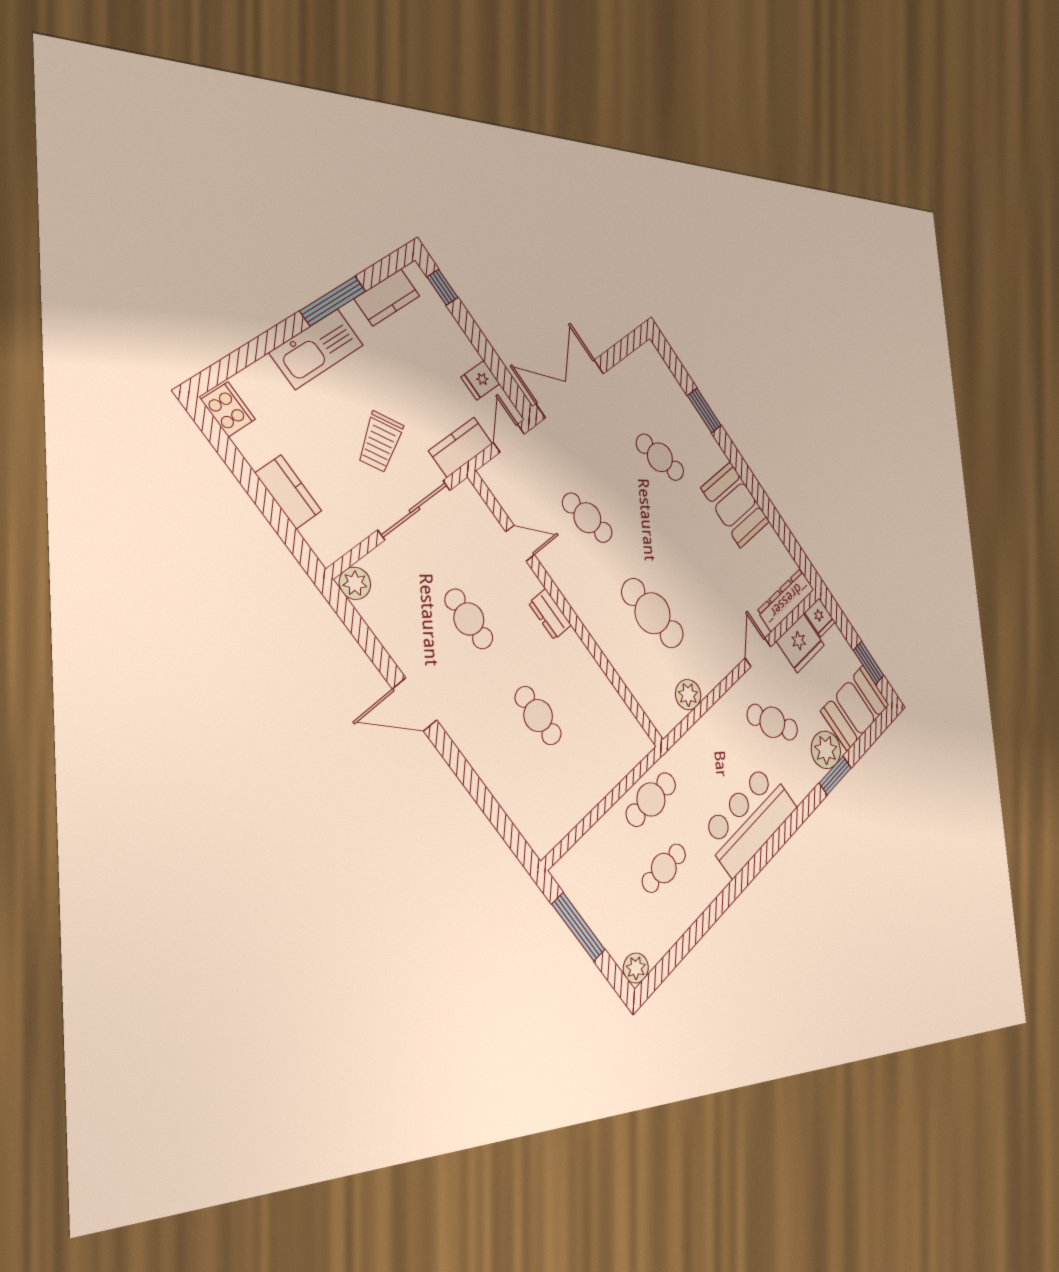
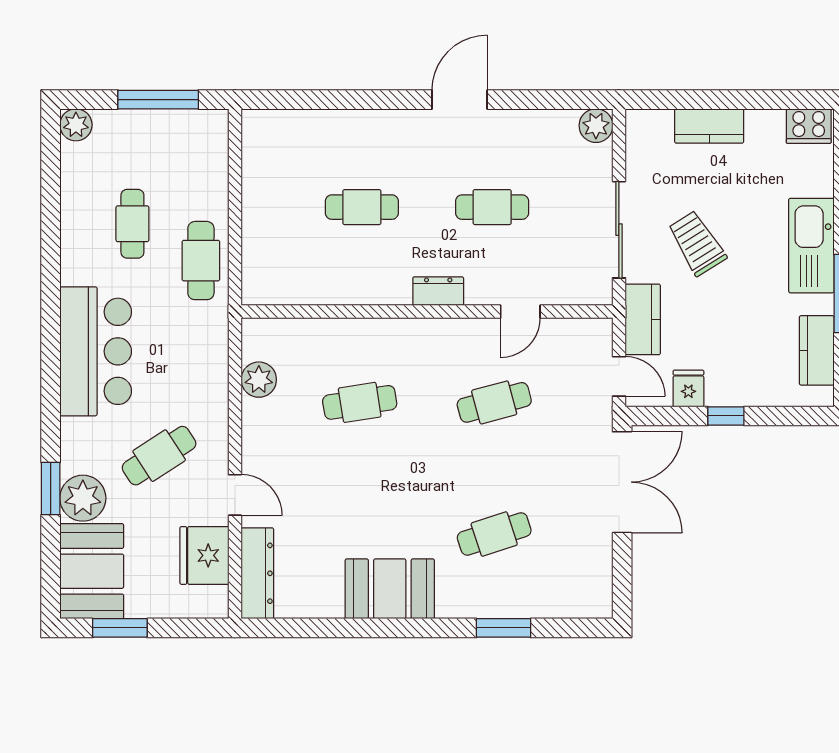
window: (442, 287) -> (726, 416), moved
cafe table: (653, 613) -> (360, 402), width x0.73, depth x0.74
fridge: (820, 617) -> (210, 603), removed

